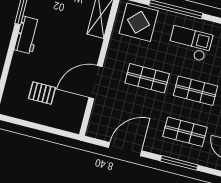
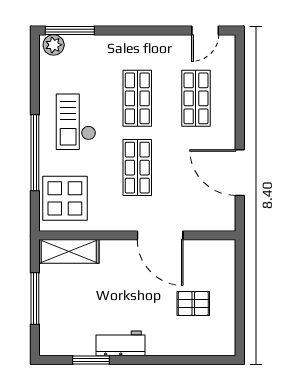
pallet: (42, 93) -> (193, 304), turned 90
window: (179, 163) -> (240, 95), removed

